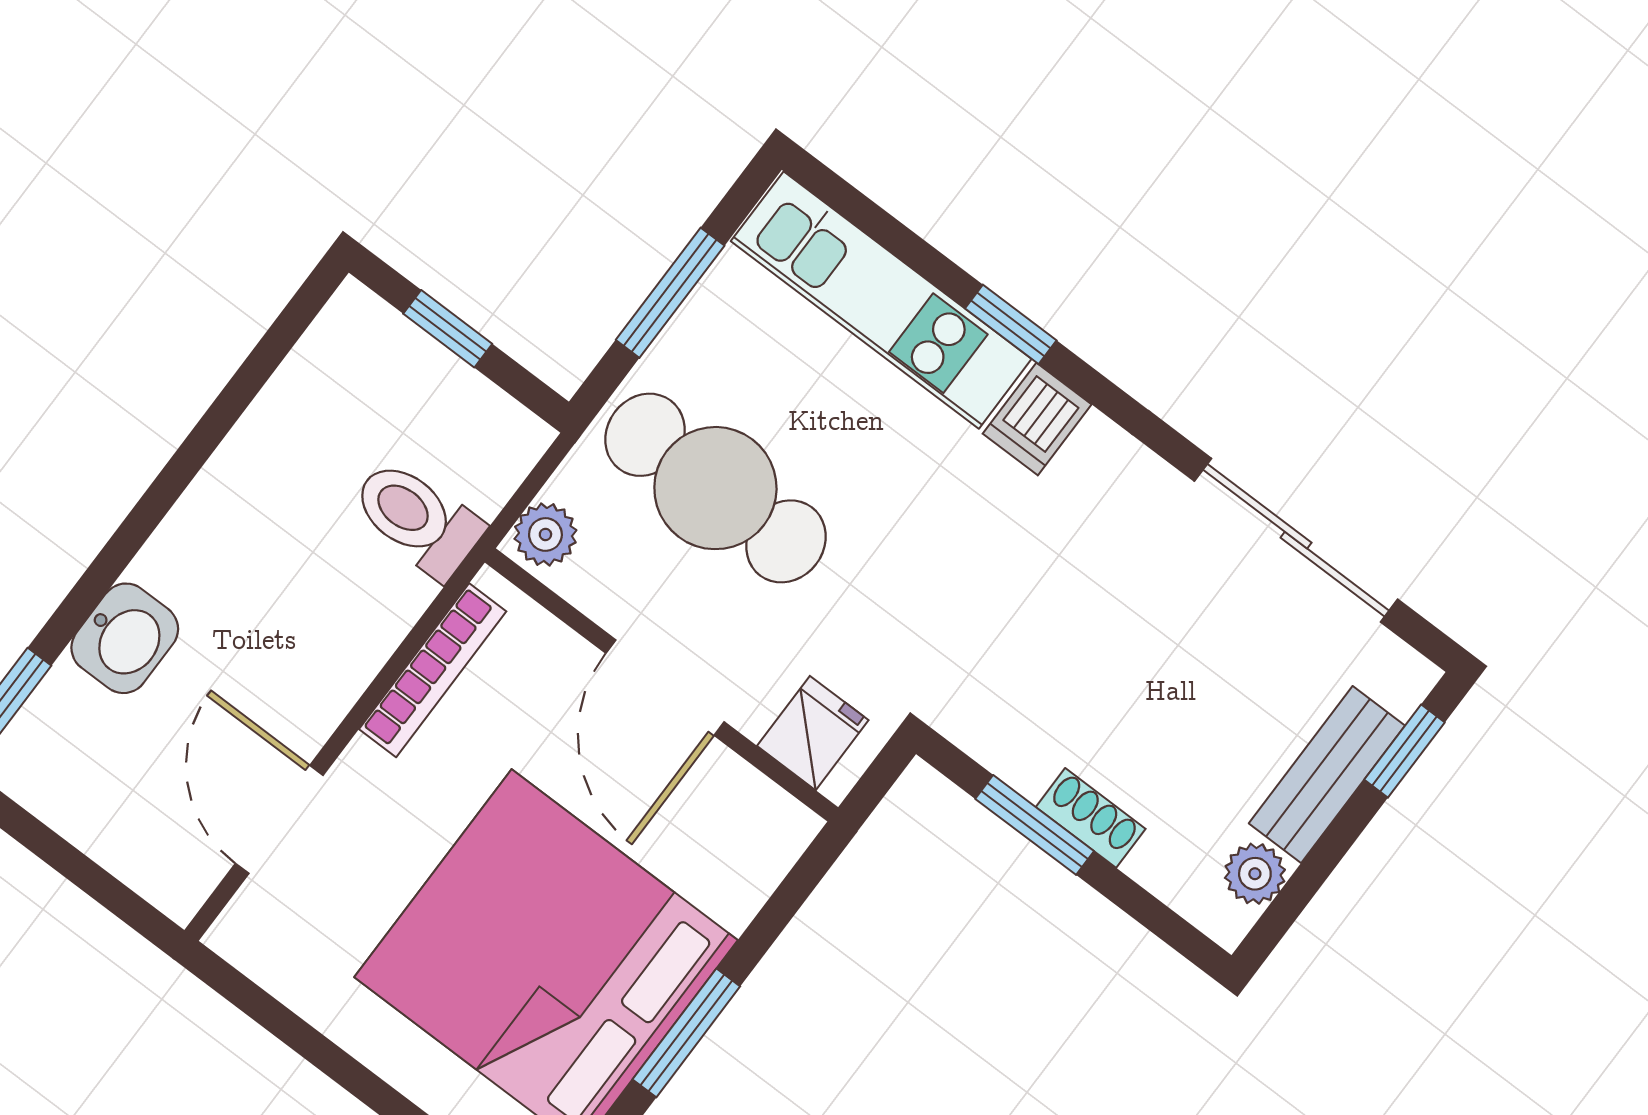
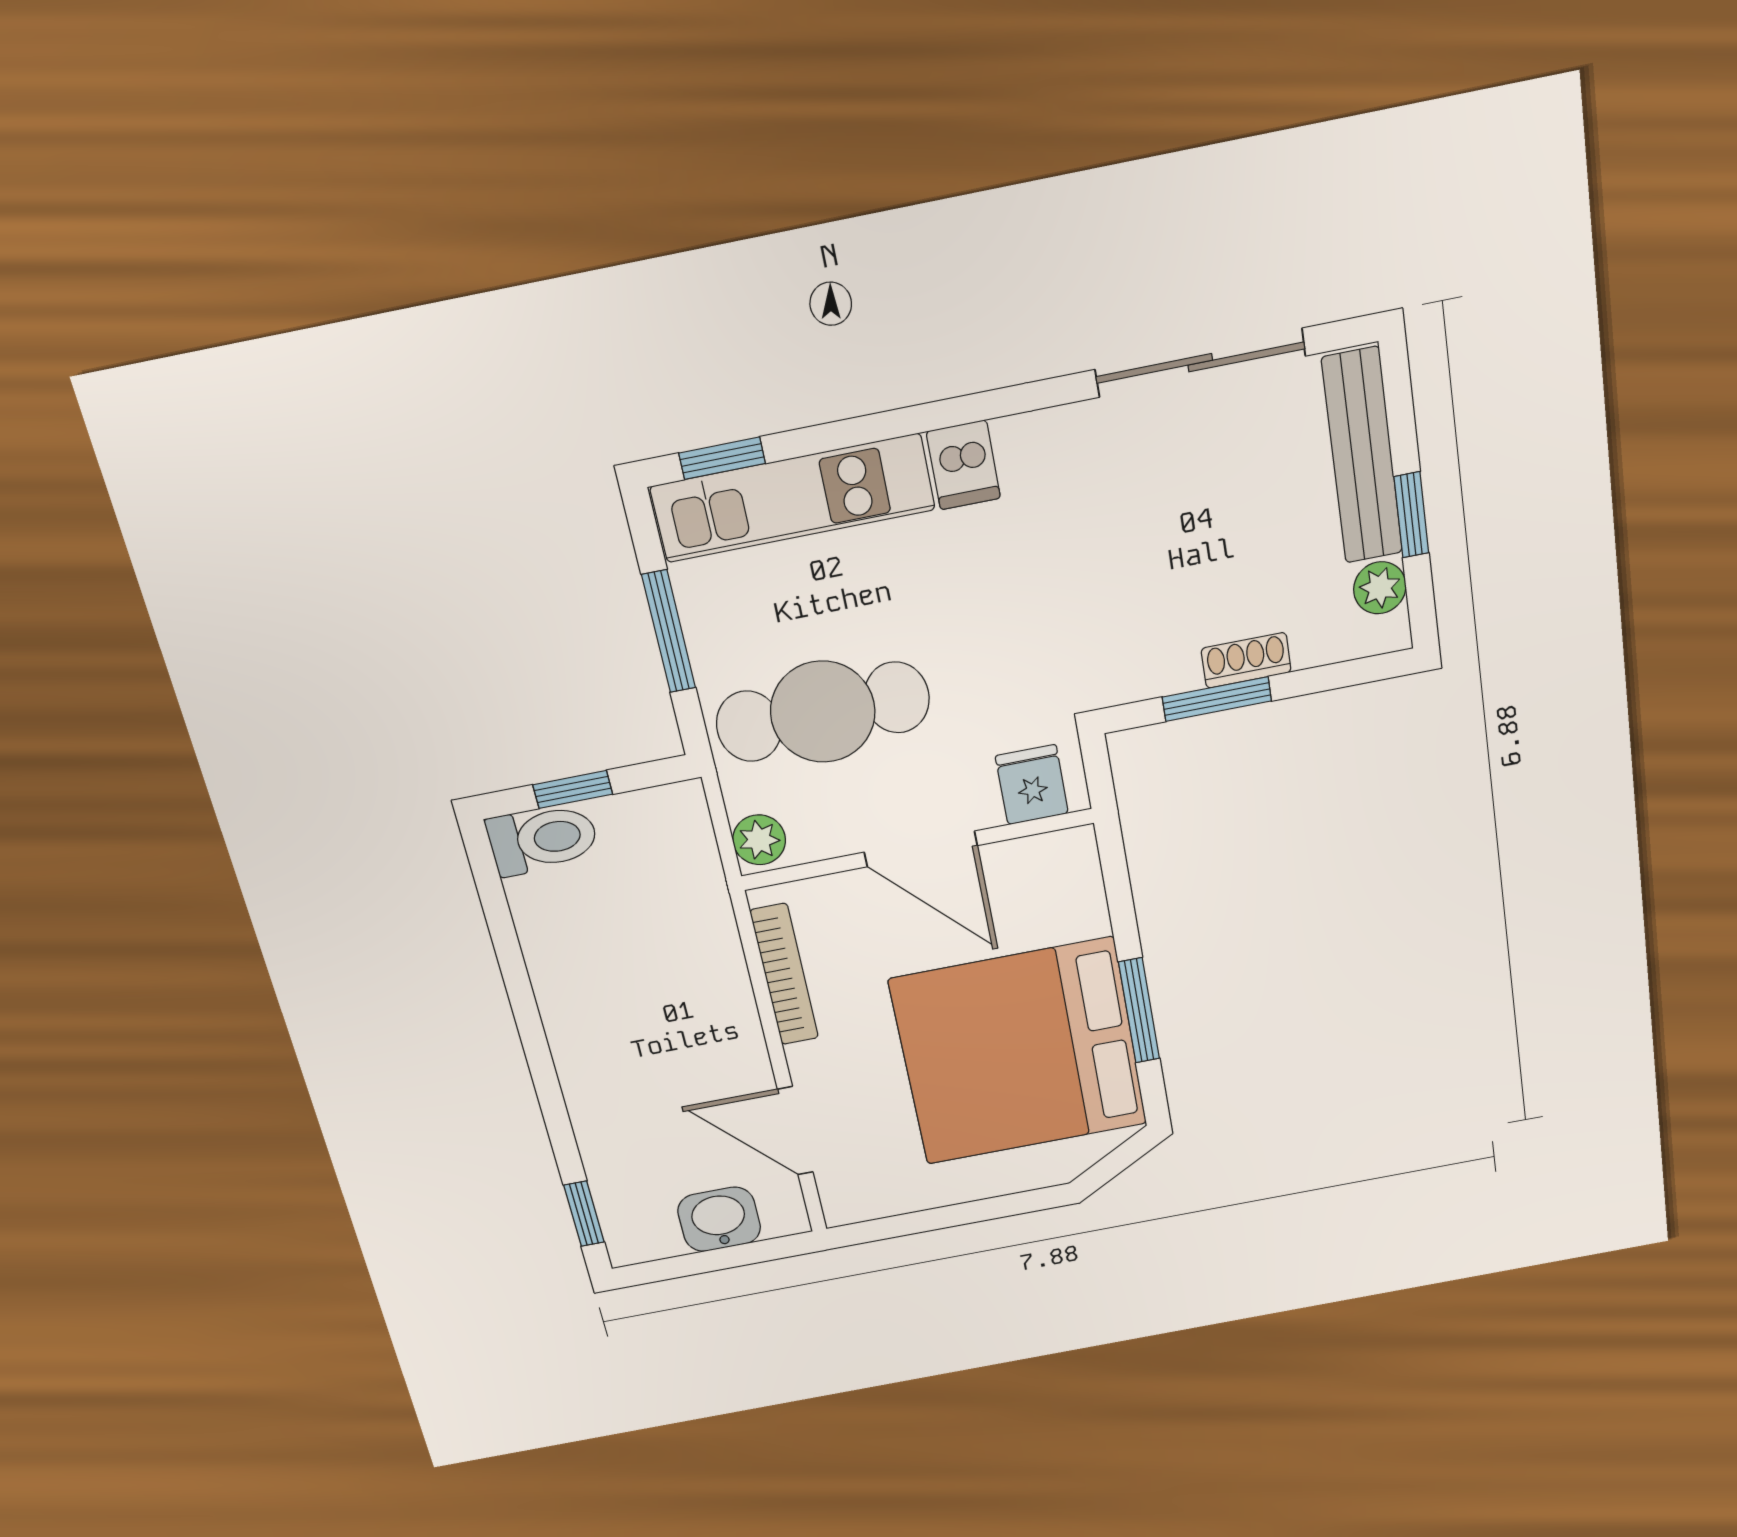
window: (1011, 324) -> (722, 458), moved
toilet: (417, 518) -> (543, 839), moved, turned 180
washbasin: (125, 638) -> (719, 1219), moved, turned -90
window: (1405, 751) -> (1411, 515), moved
bench: (1327, 774) -> (1362, 456), width x1.36

